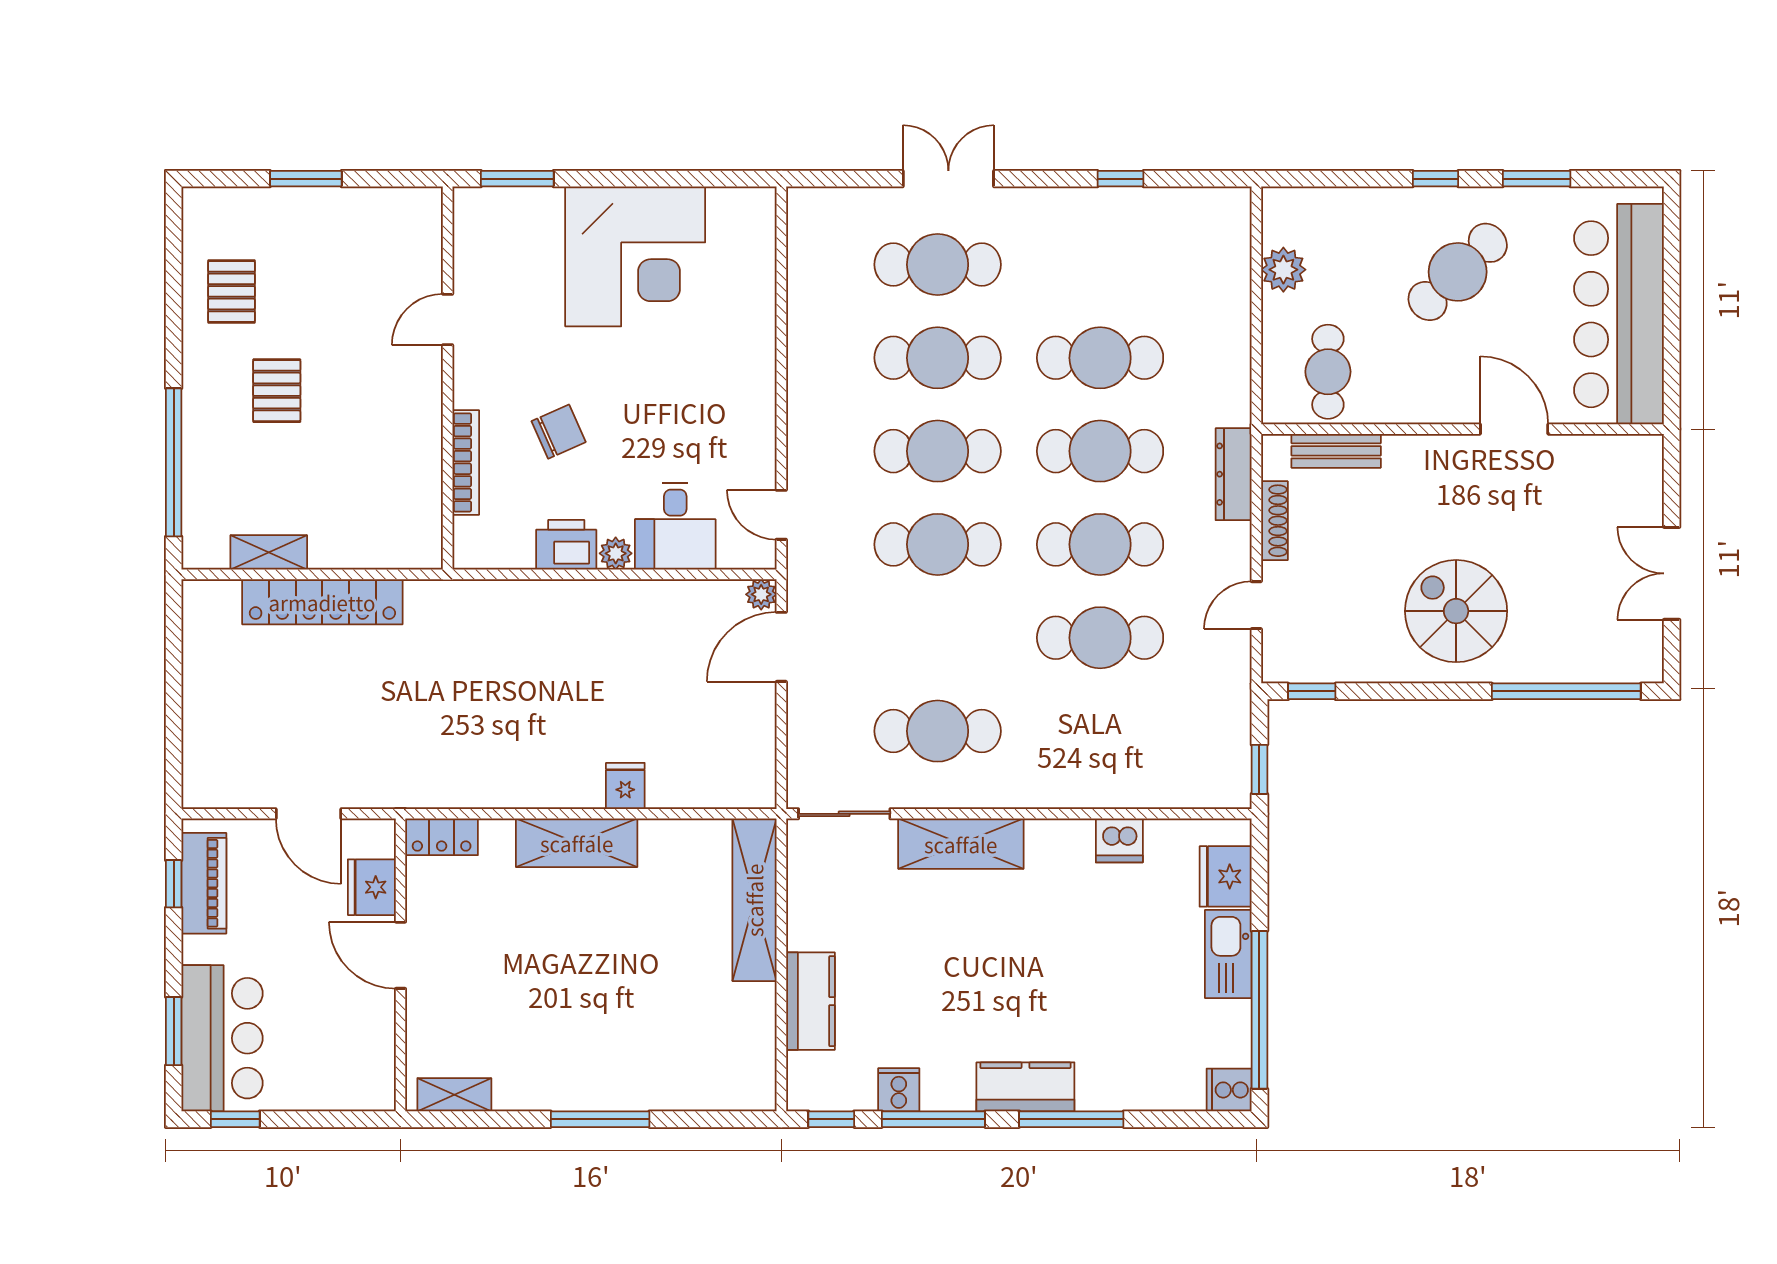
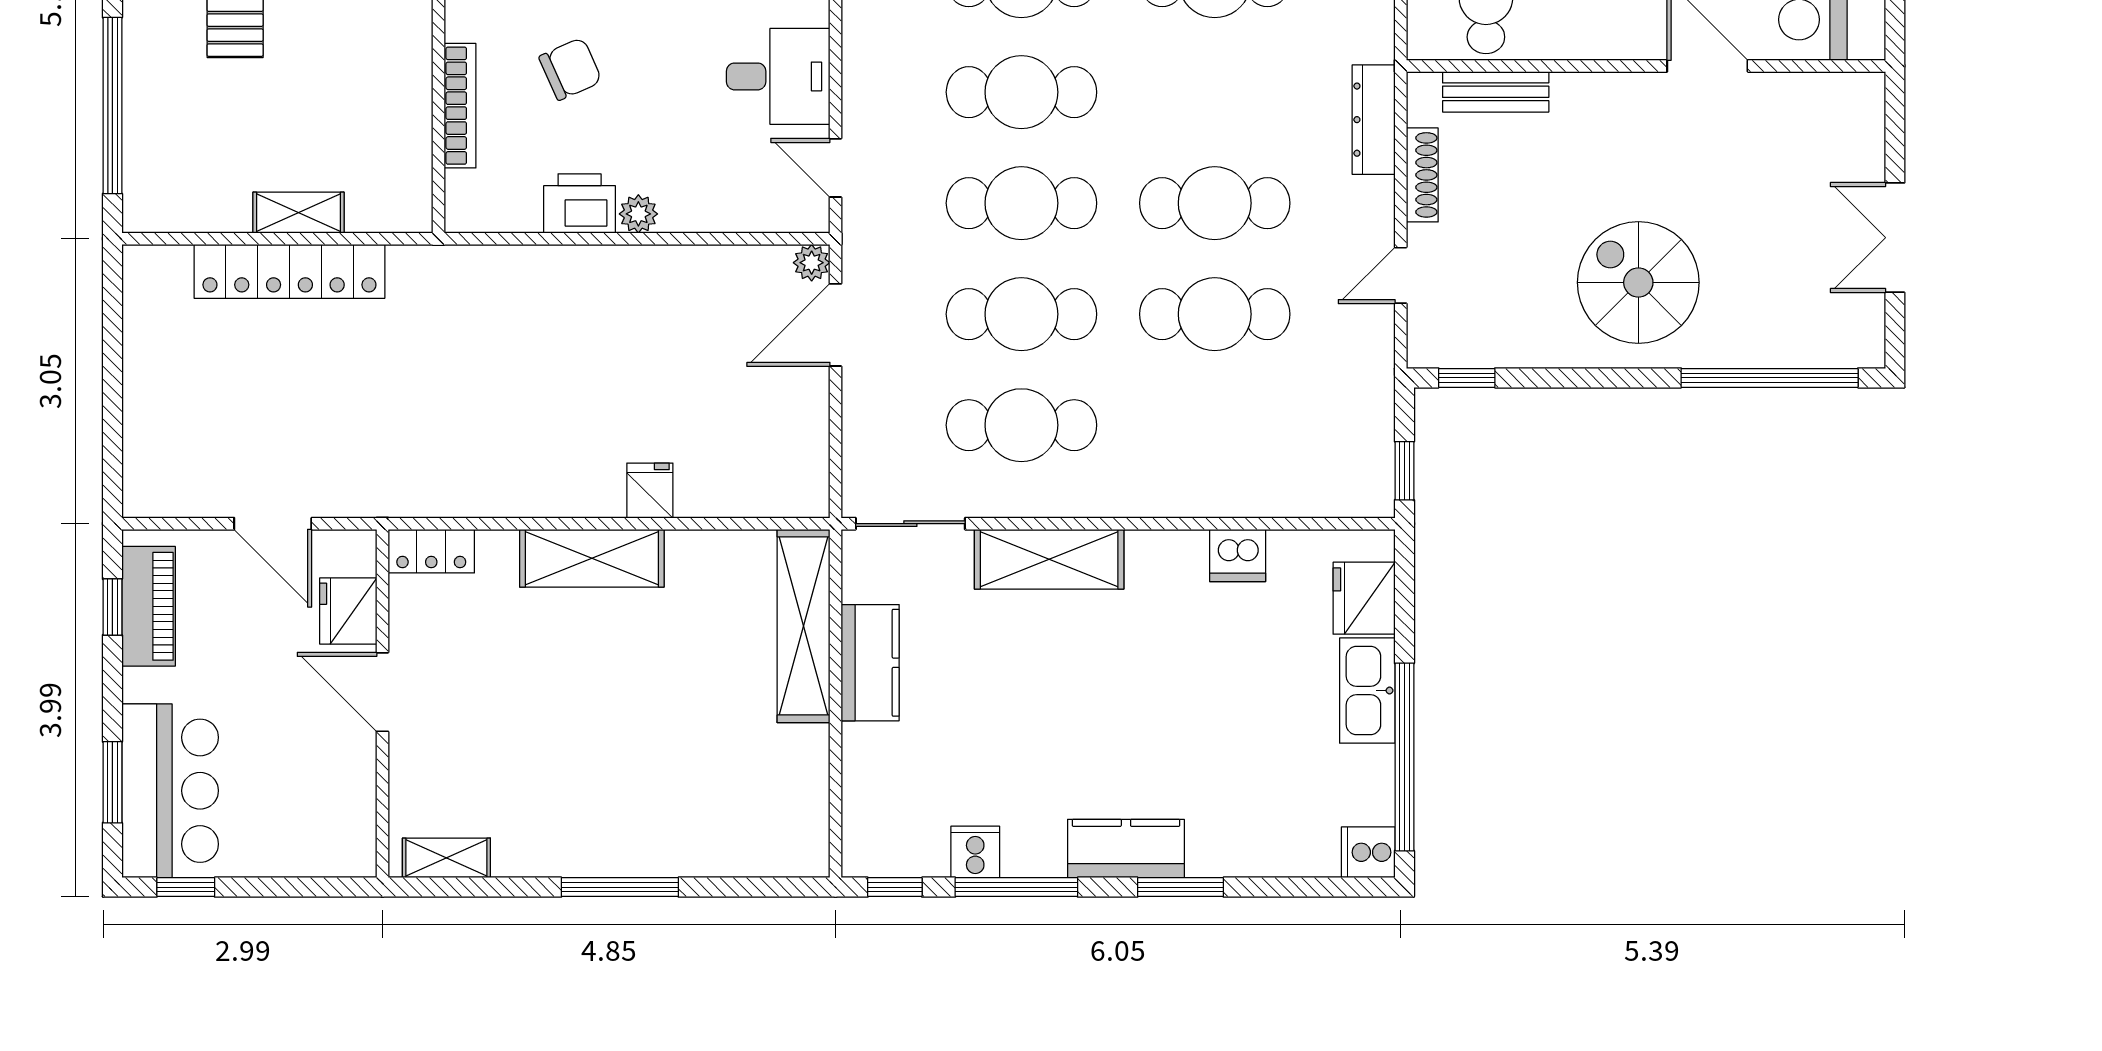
cafe table: (1100, 451) -> (1021, 314), moved
desk: (675, 526) -> (778, 76), moved, turned -90
shelving: (269, 552) -> (299, 213), moved
kitchen counter: (810, 1001) -> (870, 663), moved
window: (1071, 1119) -> (1181, 887), width x0.69

